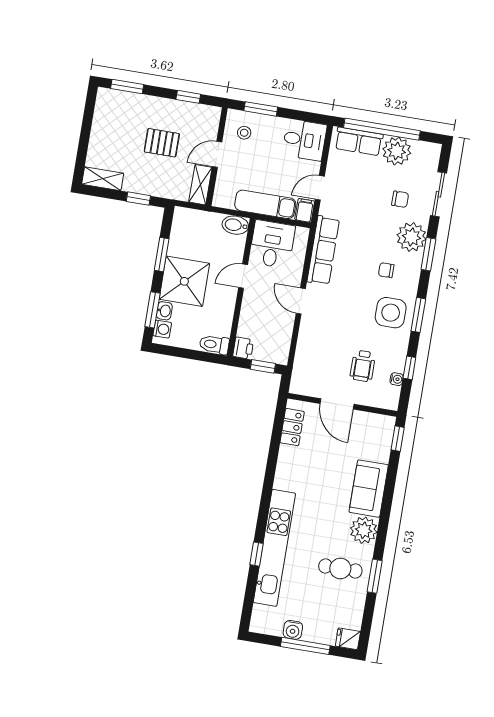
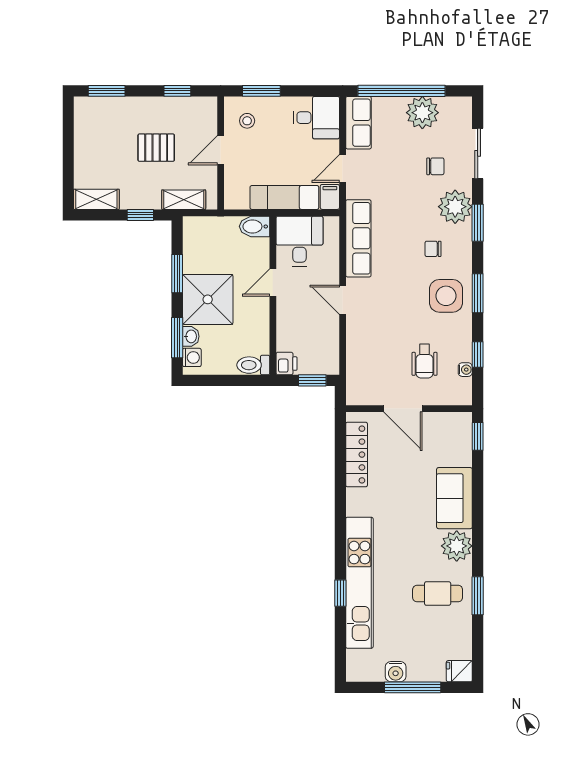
row of seats: (359, 141) -> (358, 123), moved, turned -90
shelving: (200, 185) -> (184, 200), moved, turned 90
locker: (292, 427) -> (357, 455), width x1.53

